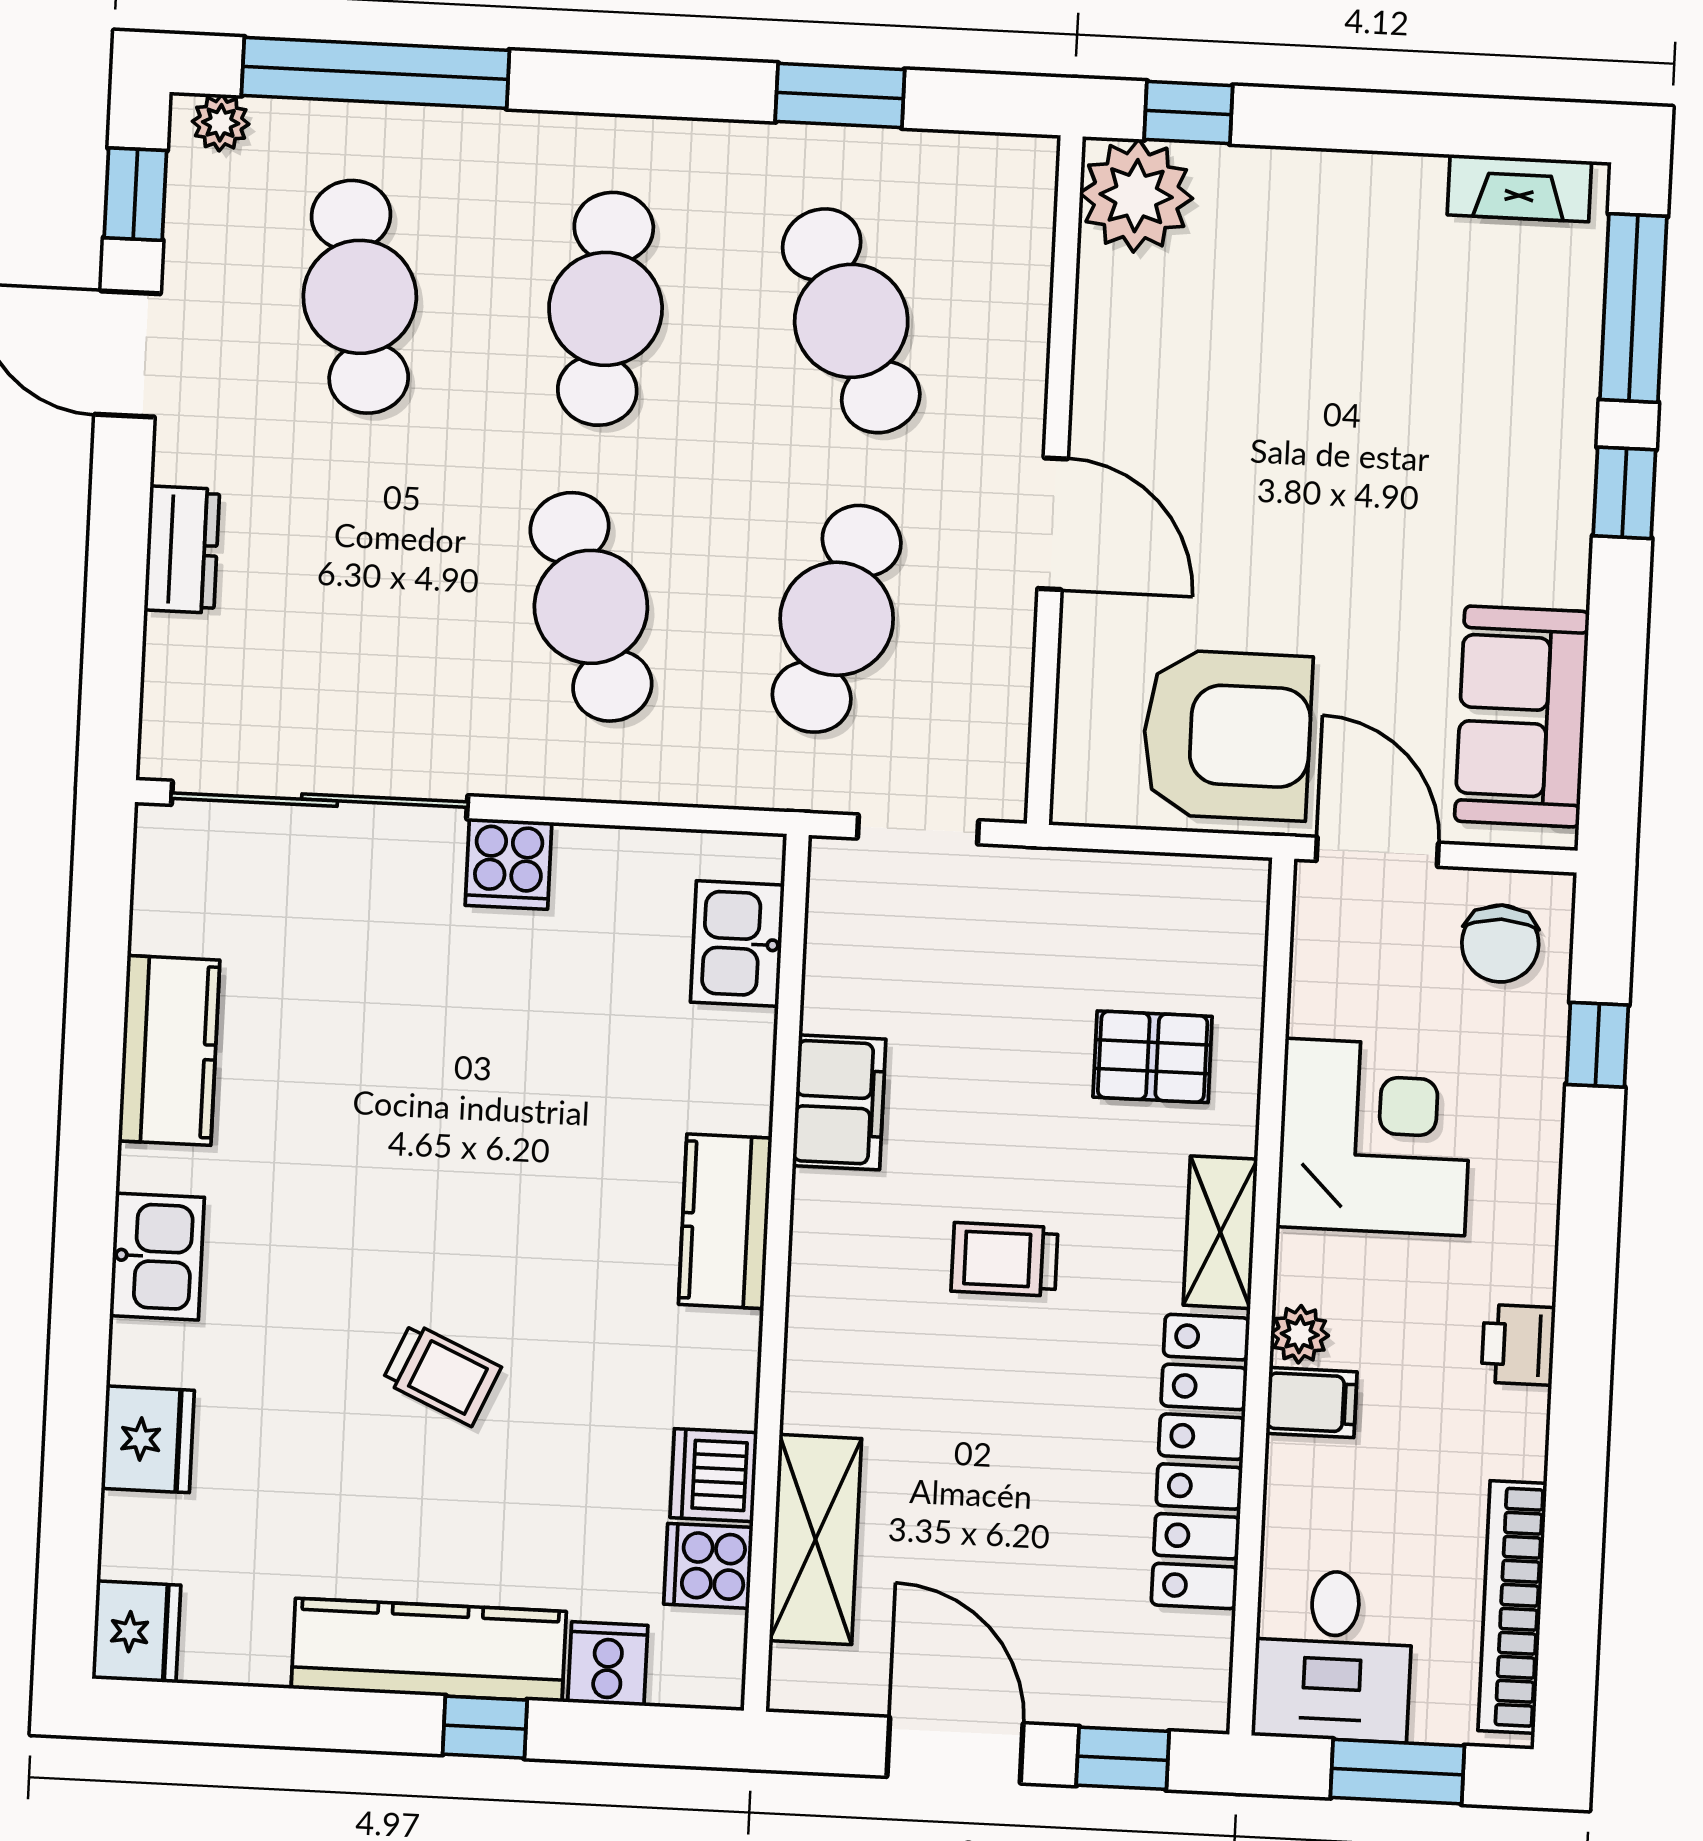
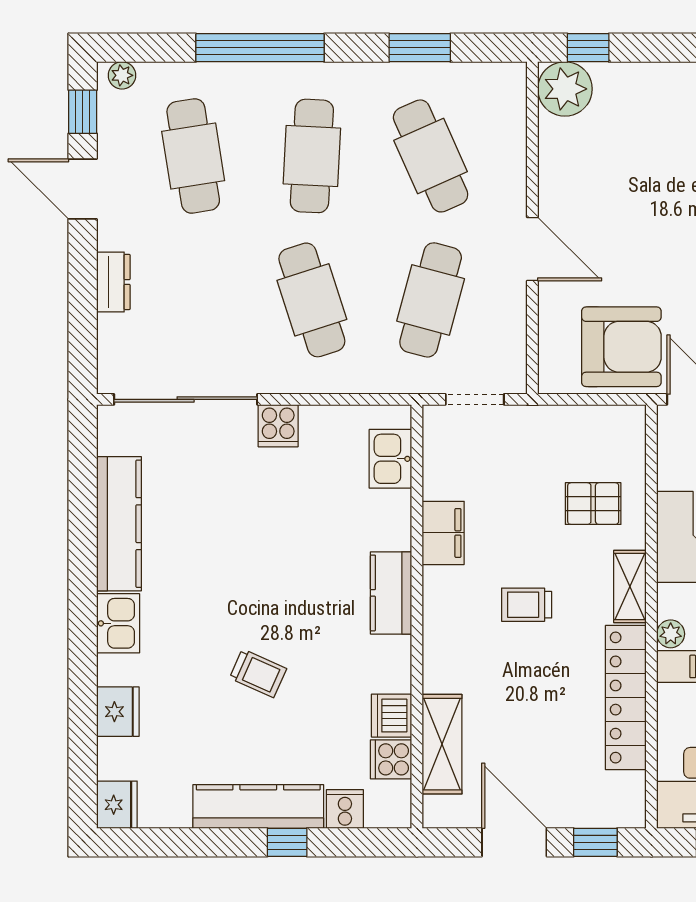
window: (375, 73) -> (260, 48), moved
kitchen counter: (169, 1050) -> (119, 524), width x1.50

